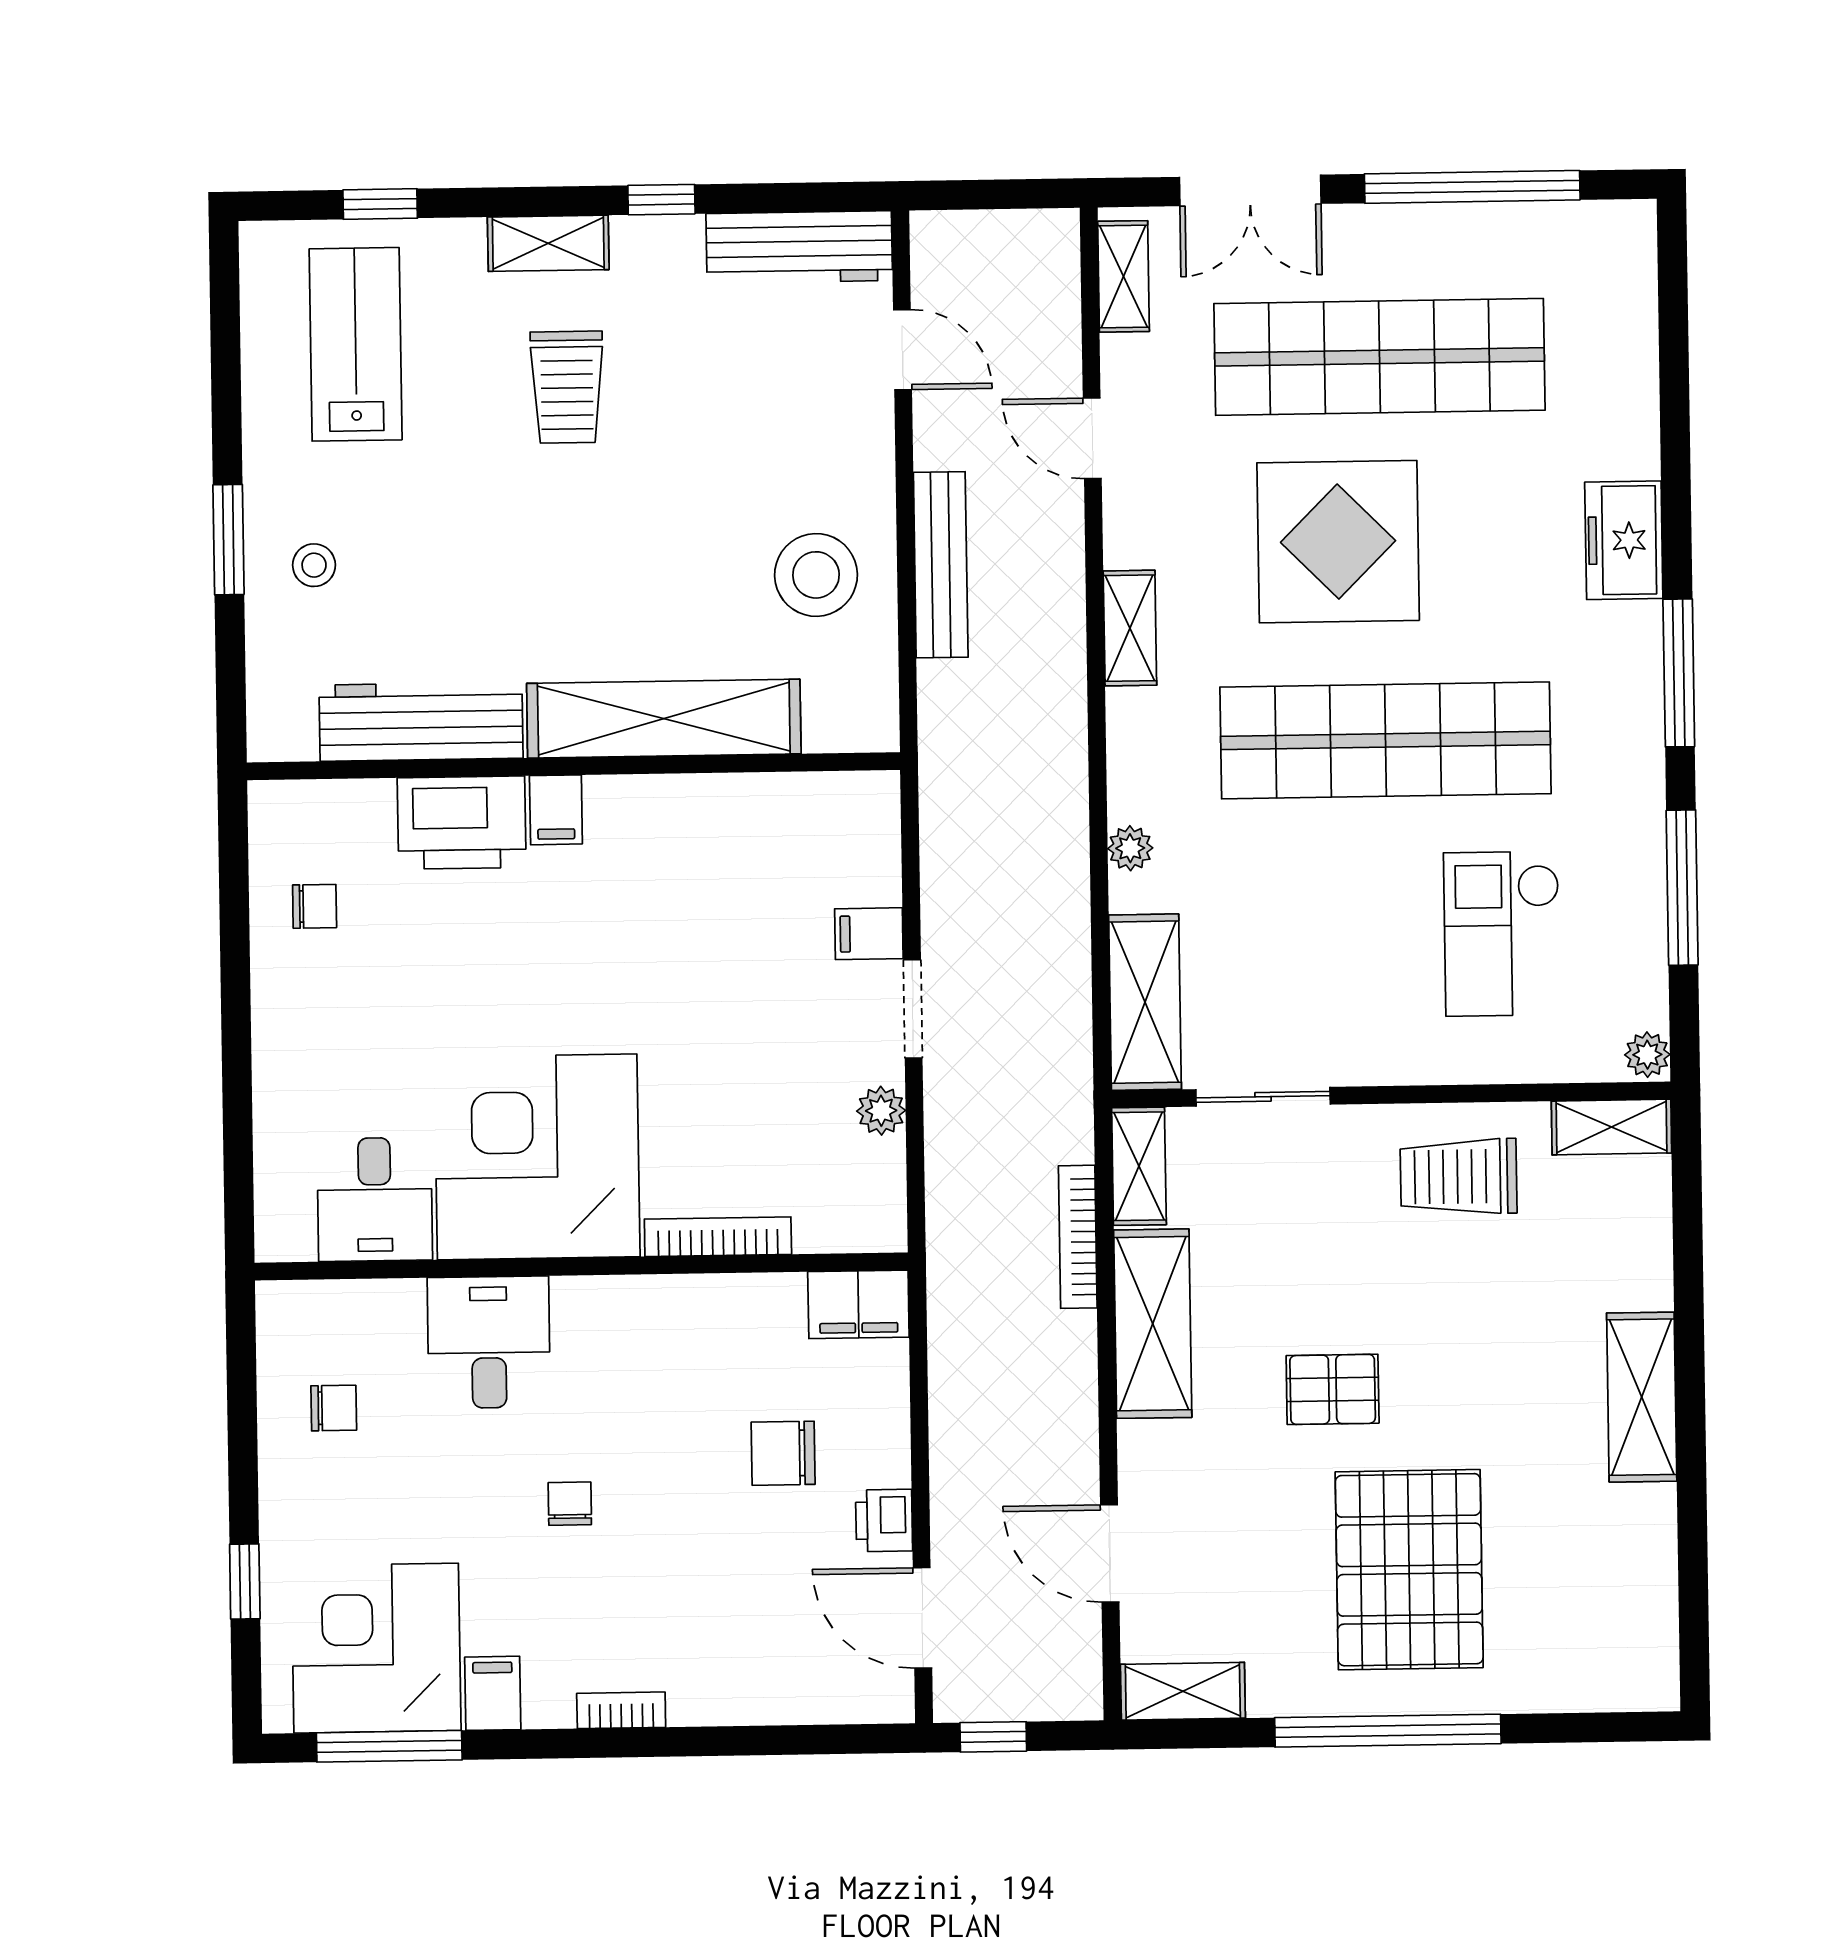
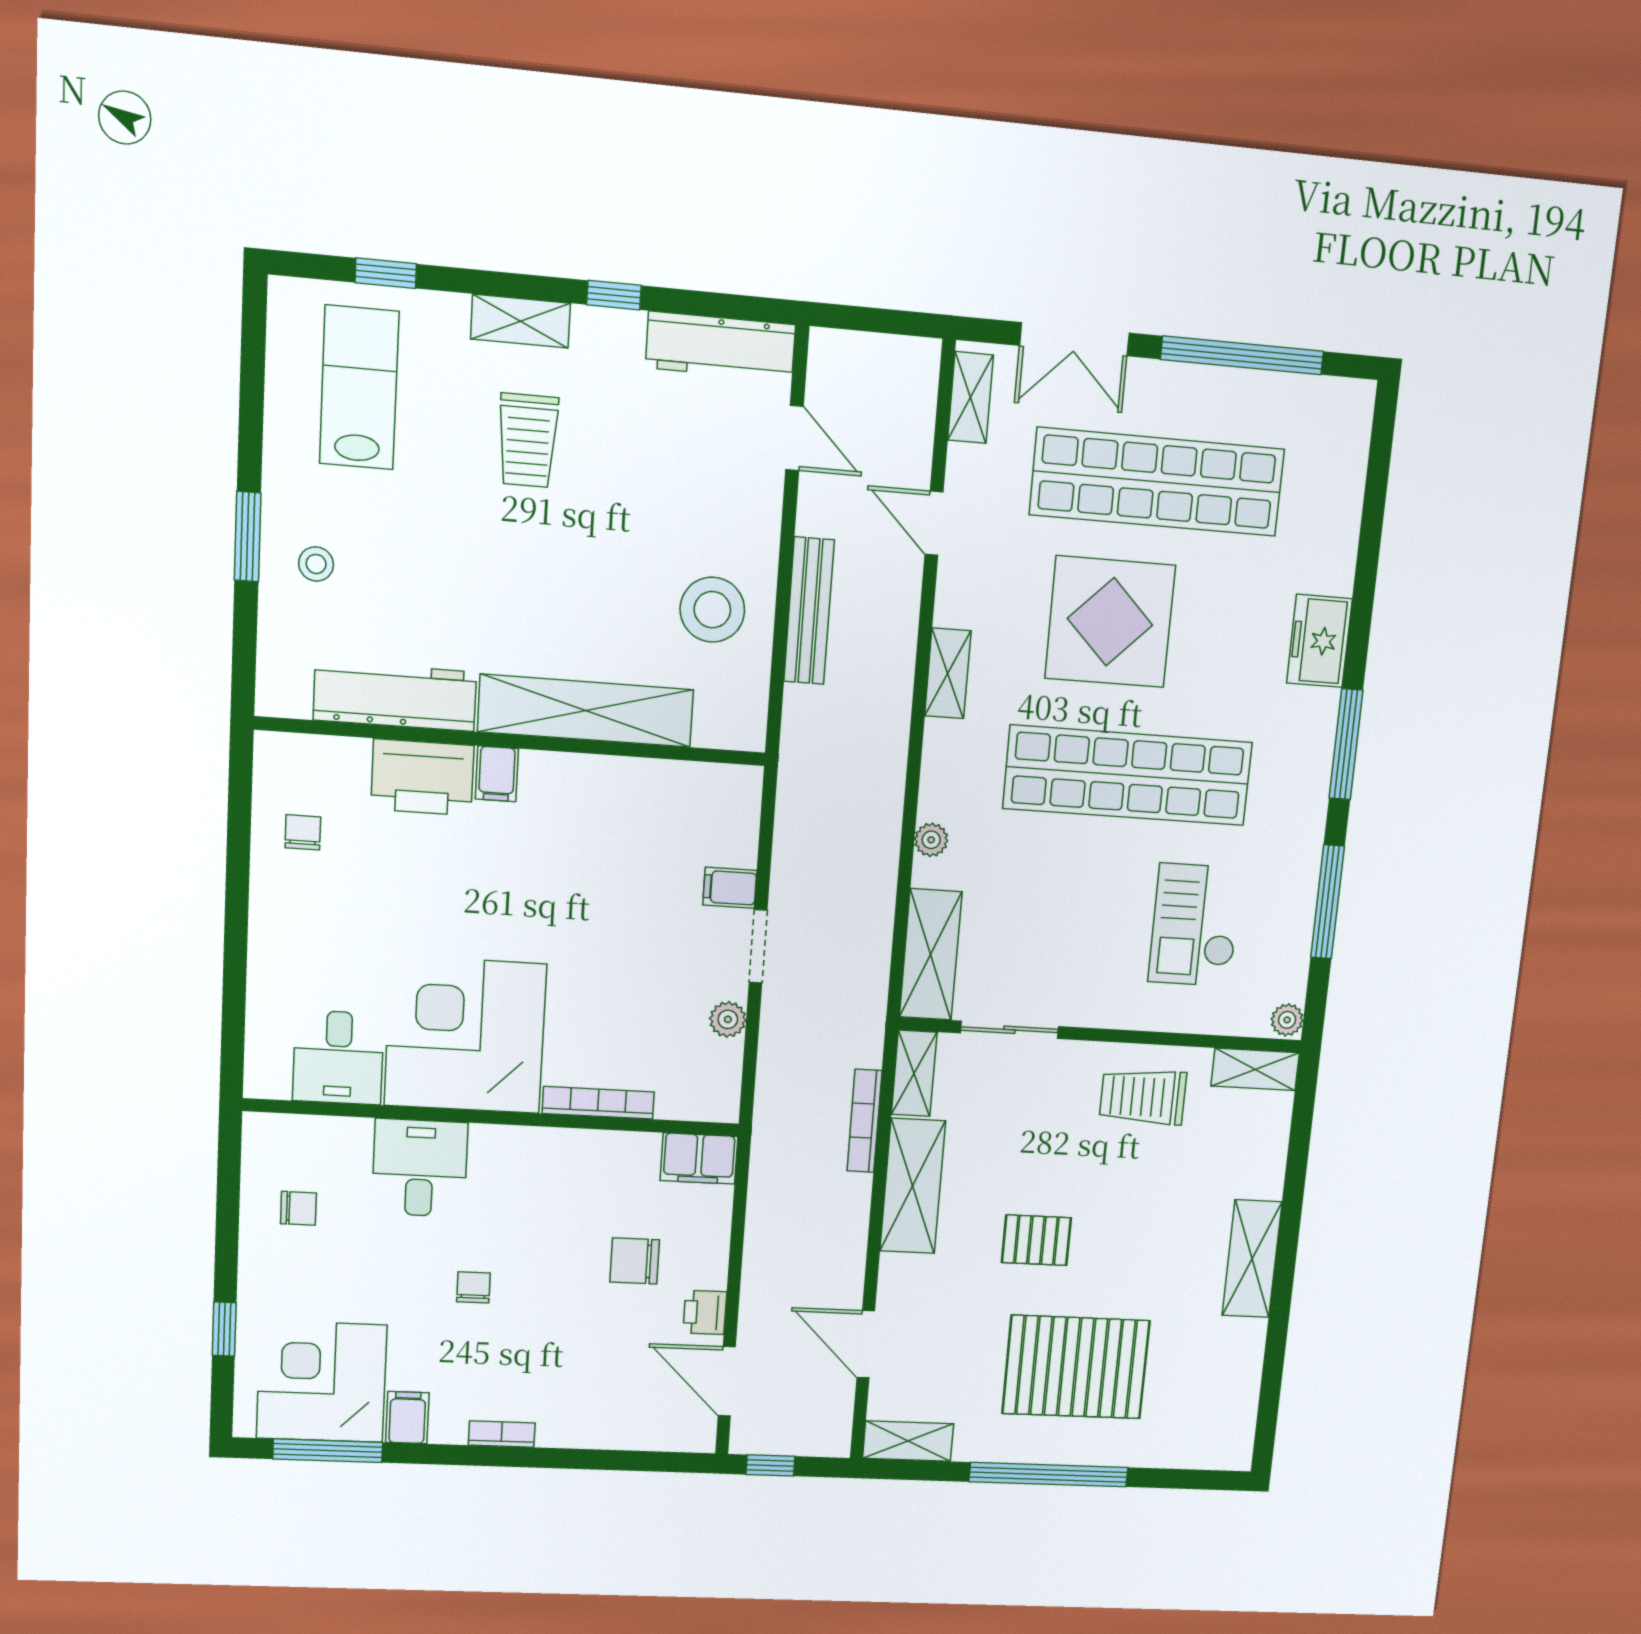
chair: (315, 906) -> (303, 832), turned -90
pallet: (1409, 1570) -> (1076, 1367), turned 90

